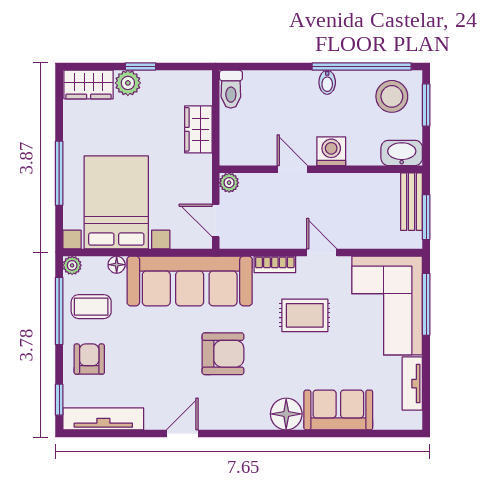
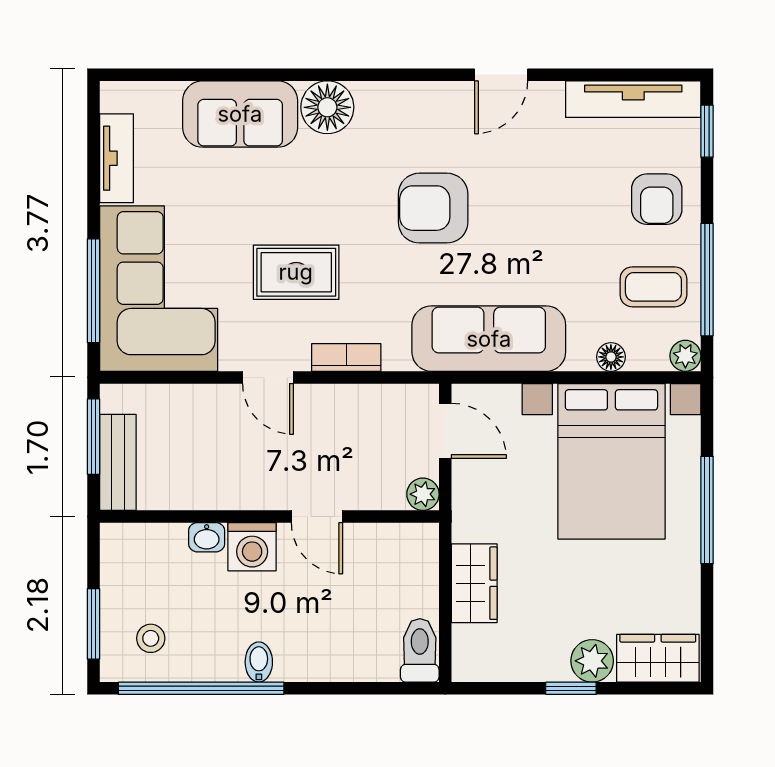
stool: (392, 96) -> (151, 638), width x0.53, depth x0.53
washbasin: (402, 153) -> (207, 537), moved, width x0.52, depth x0.69
sofa: (190, 281) -> (489, 339), width x0.74, depth x0.79

